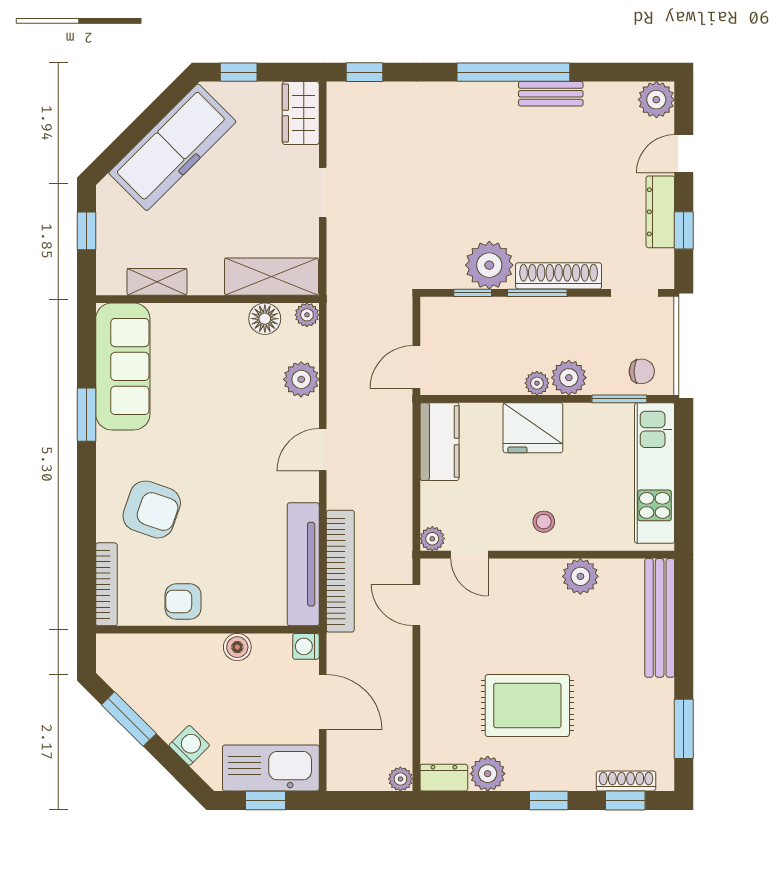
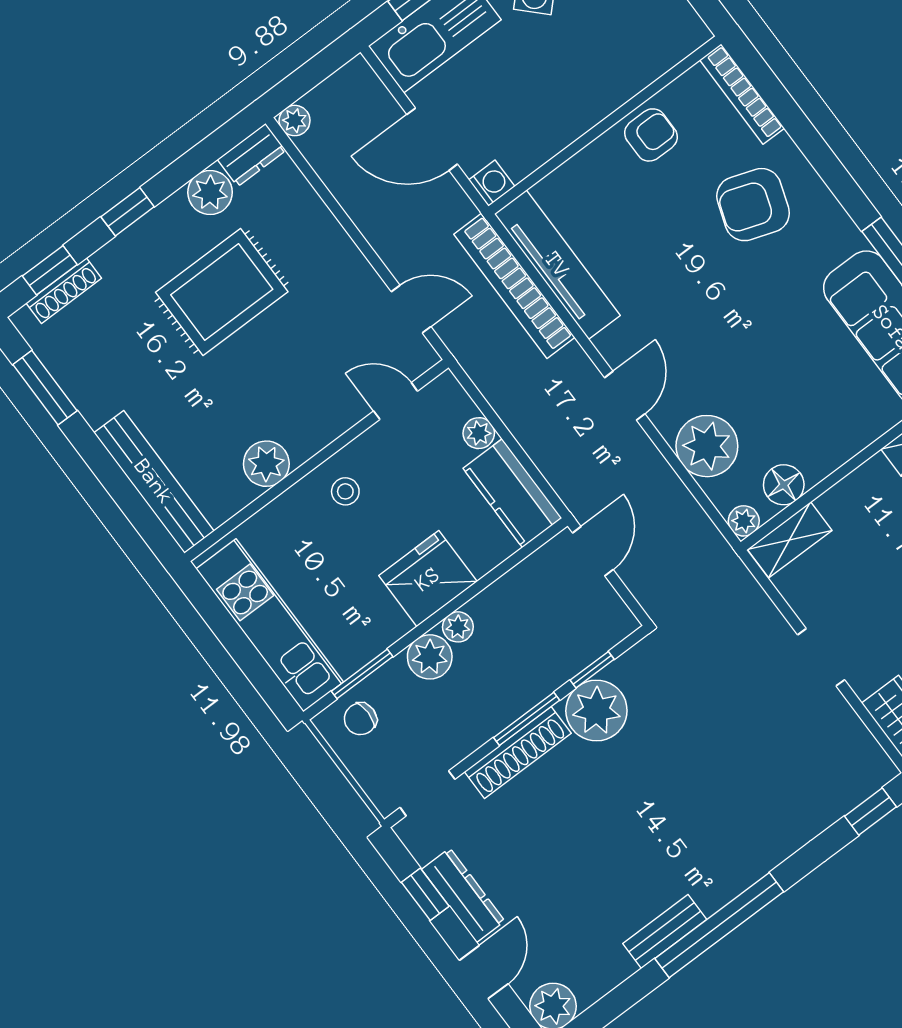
shelving: (271, 277) -> (790, 540), width x0.67, depth x0.75
plant: (301, 379) -> (707, 446), width x1.36, depth x1.36
plant: (432, 539) -> (479, 433), moved
boiler: (237, 647) -> (561, 130), removed

